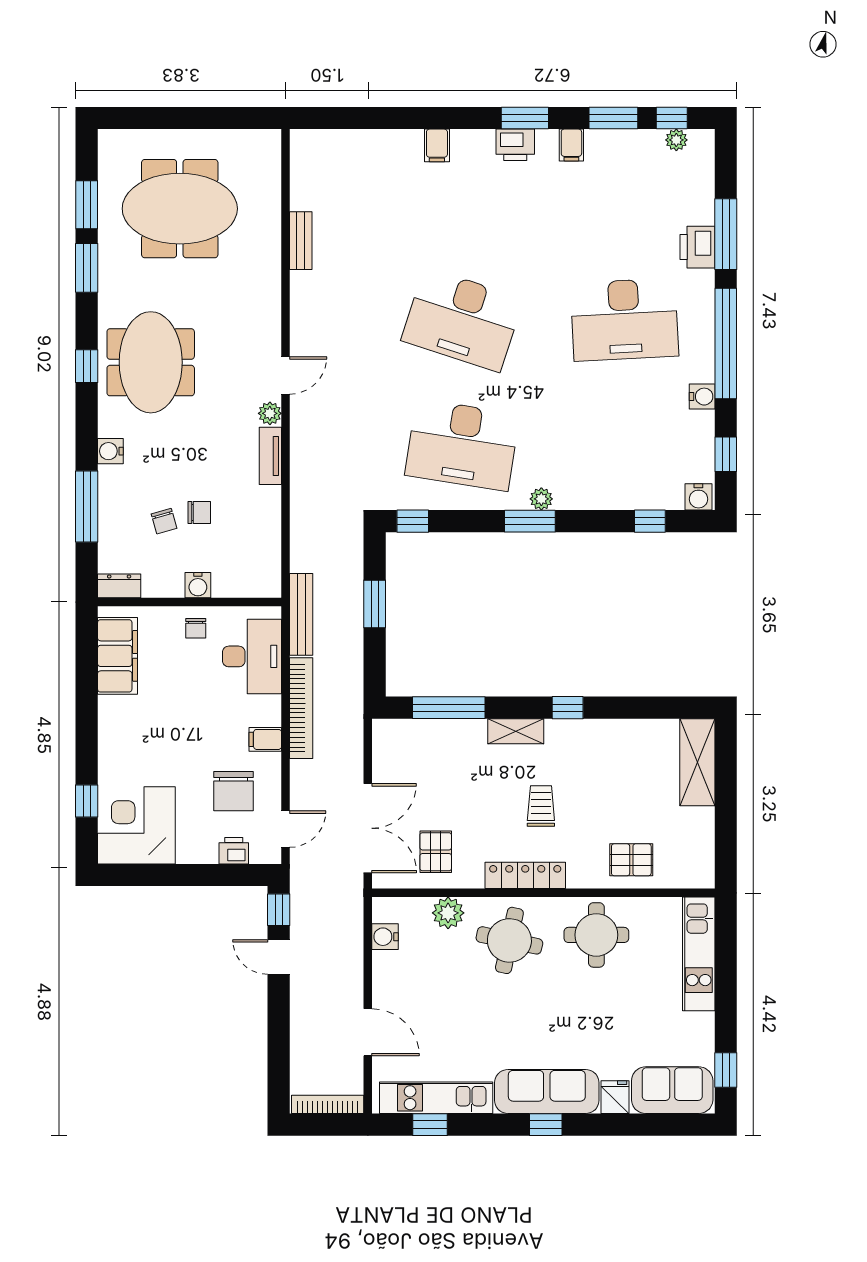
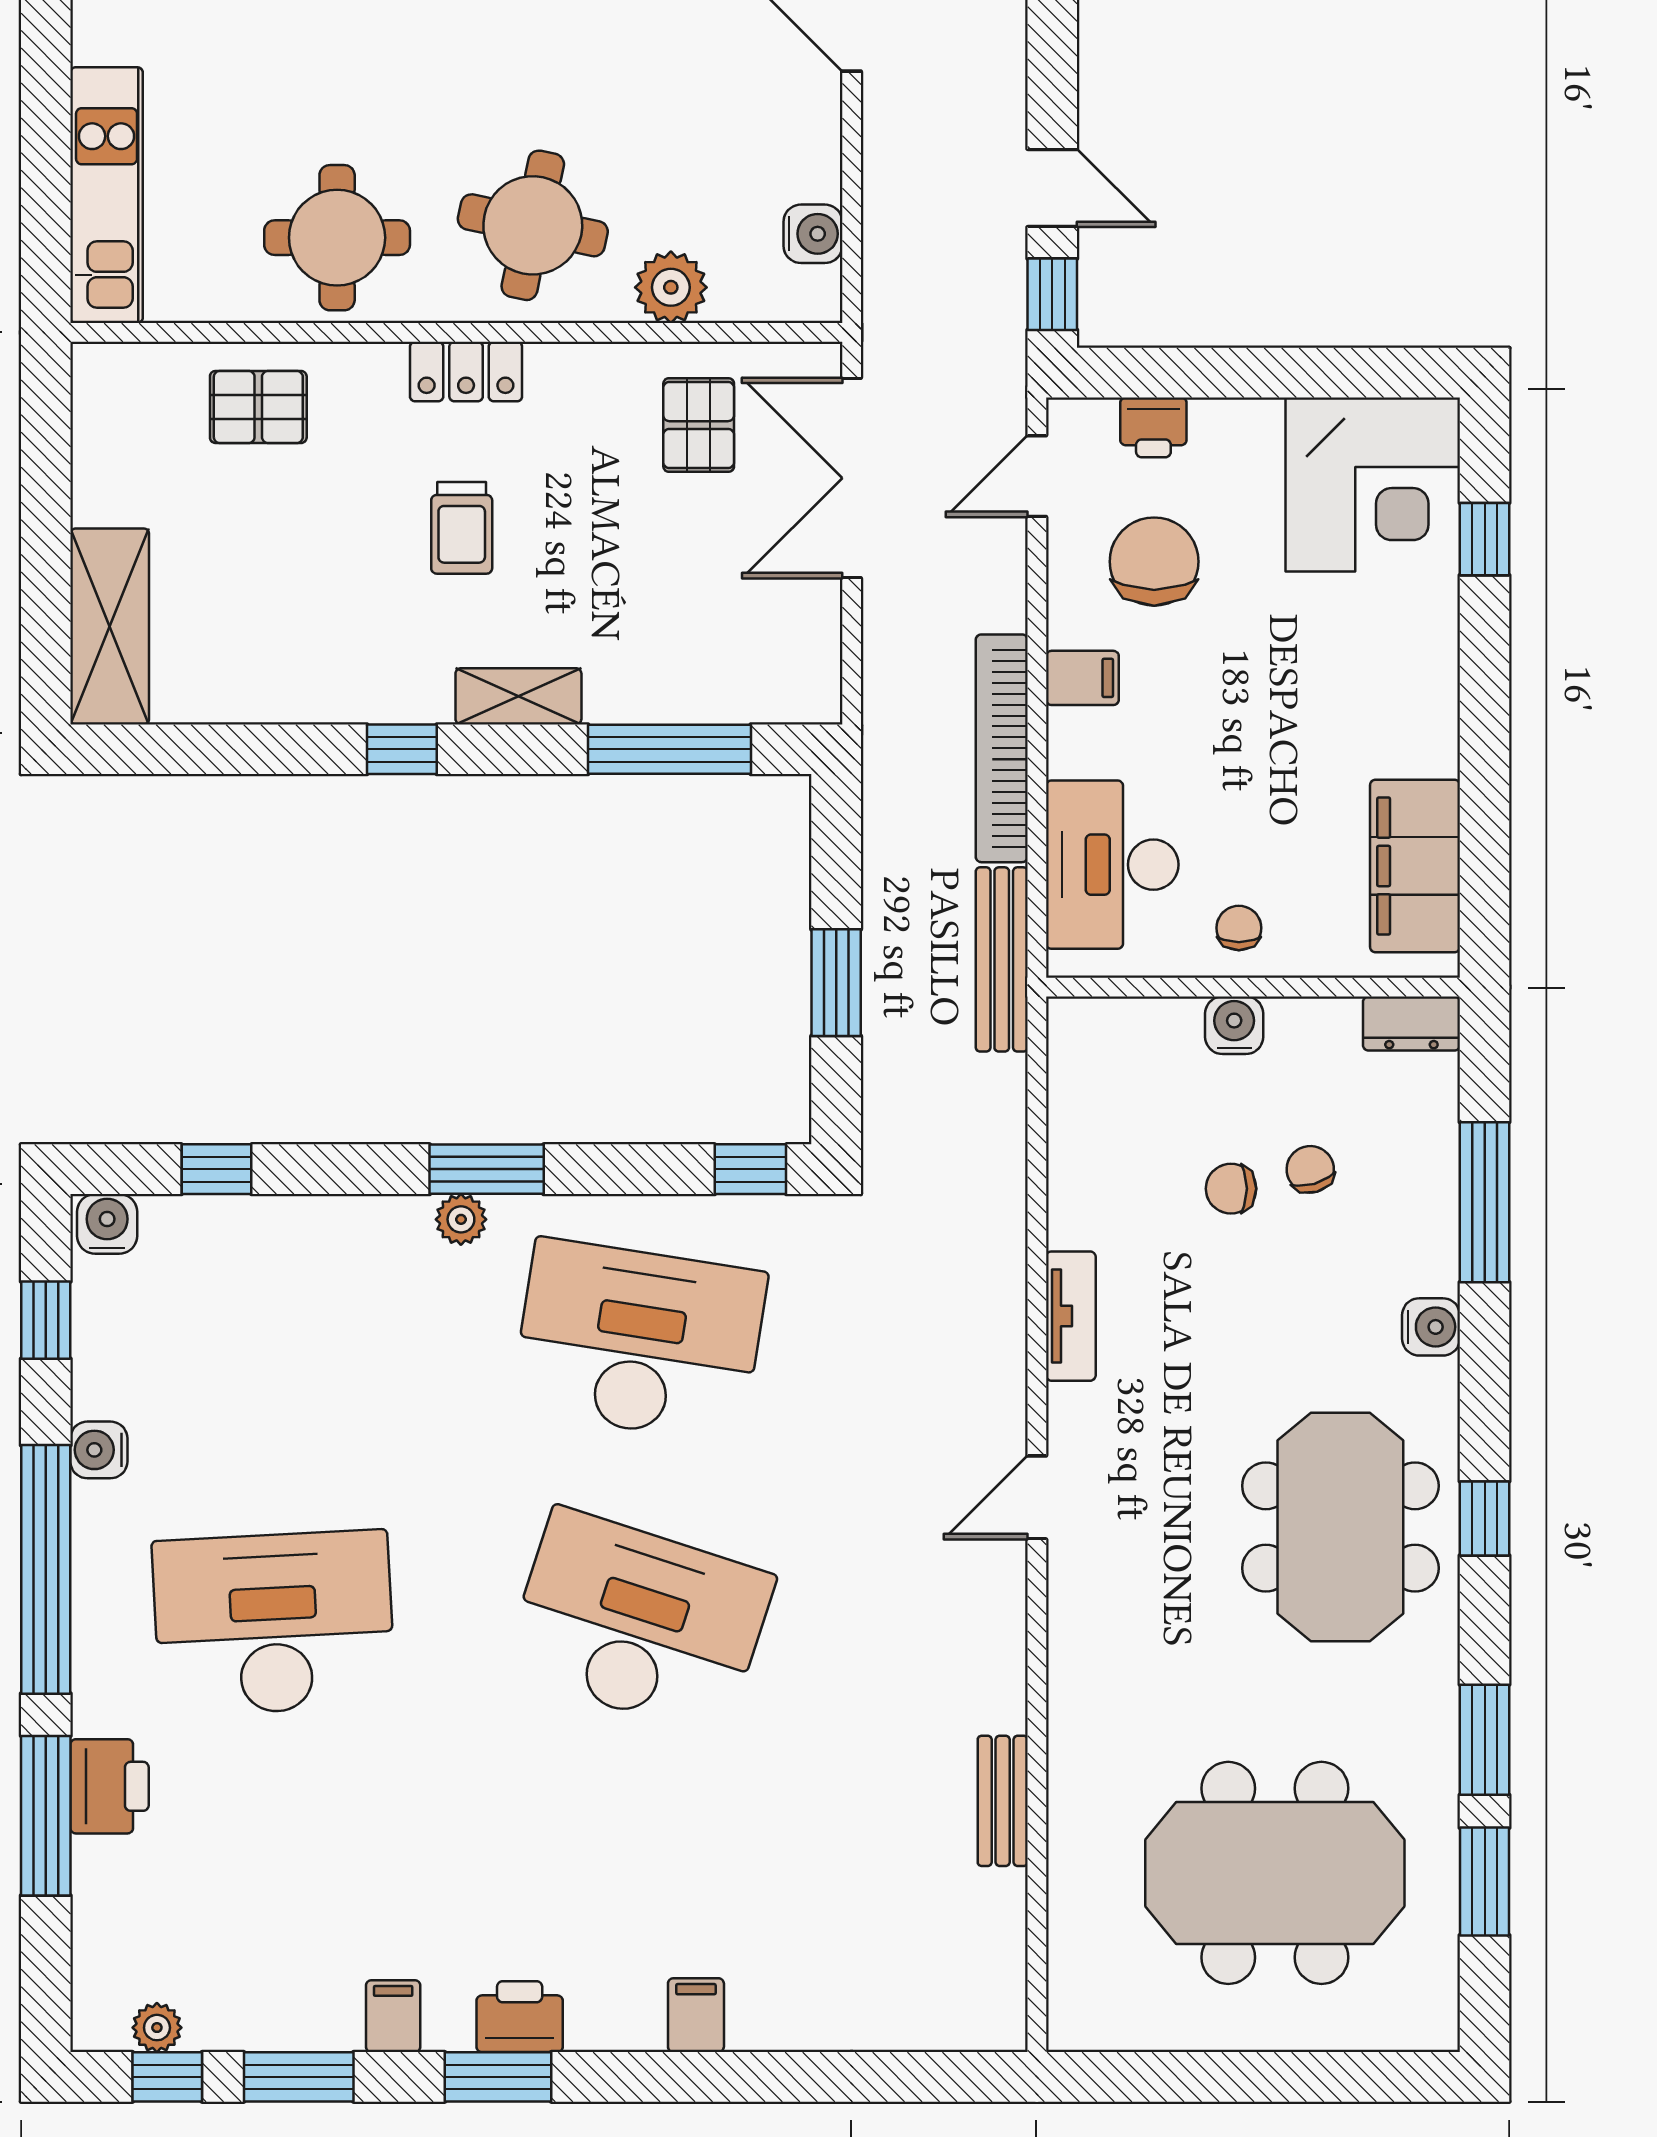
plant: (270, 413) -> (1072, 1412), removed
locker: (525, 875) -> (466, 372), width x0.66

